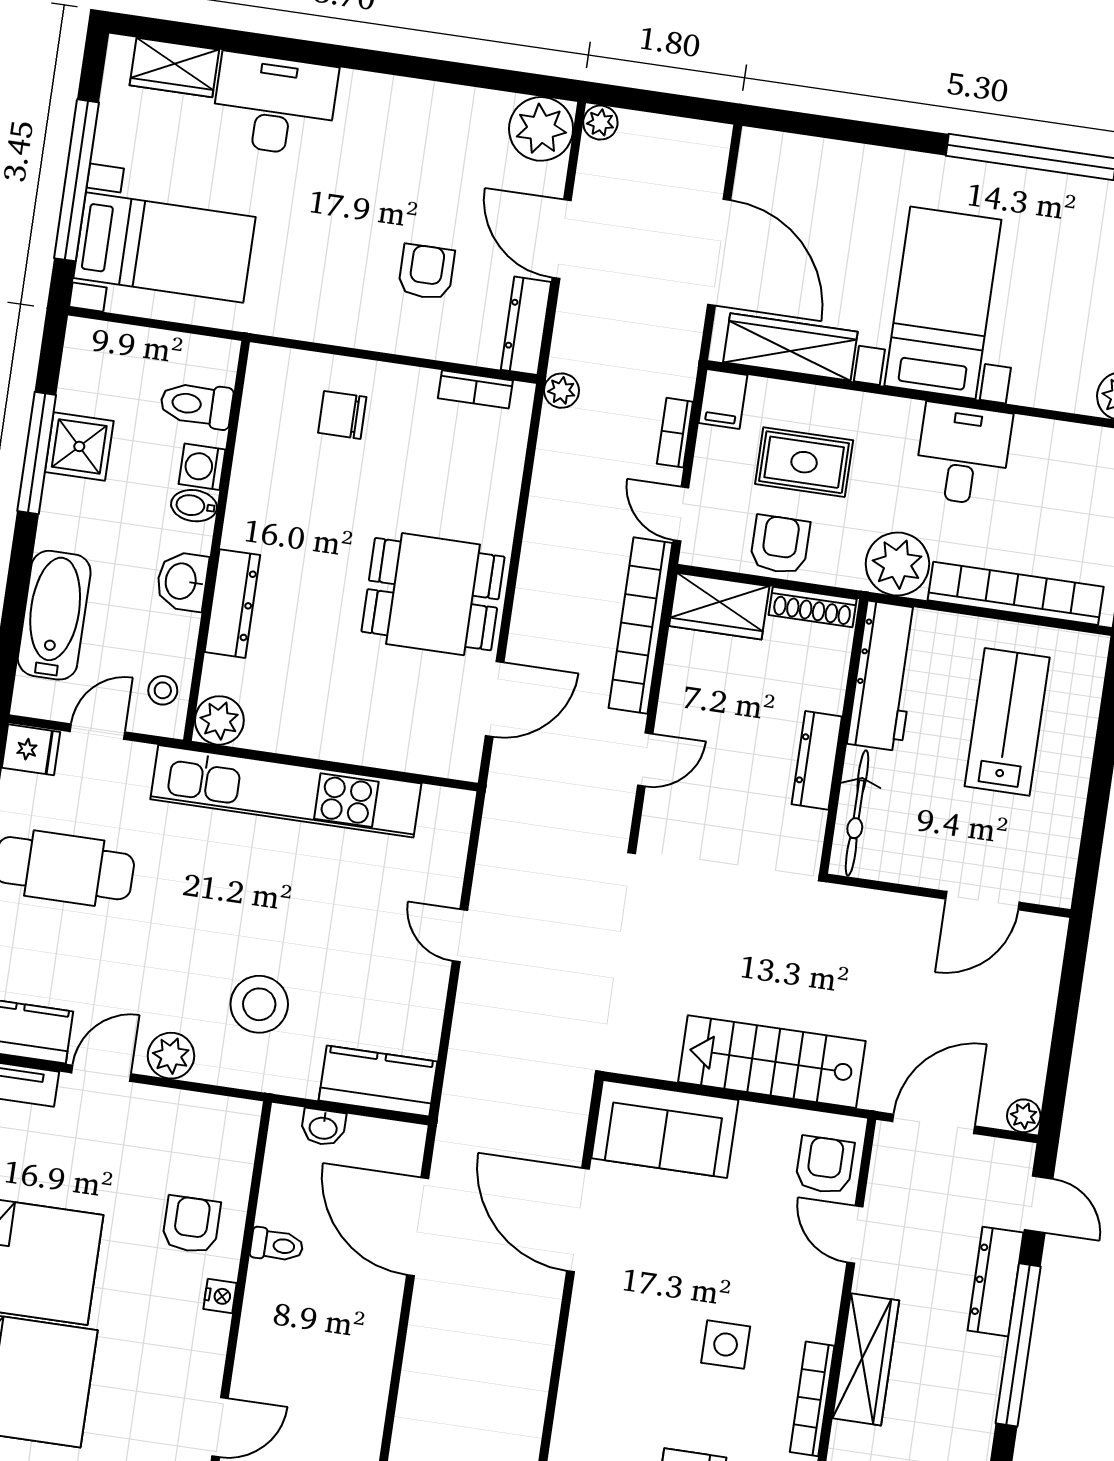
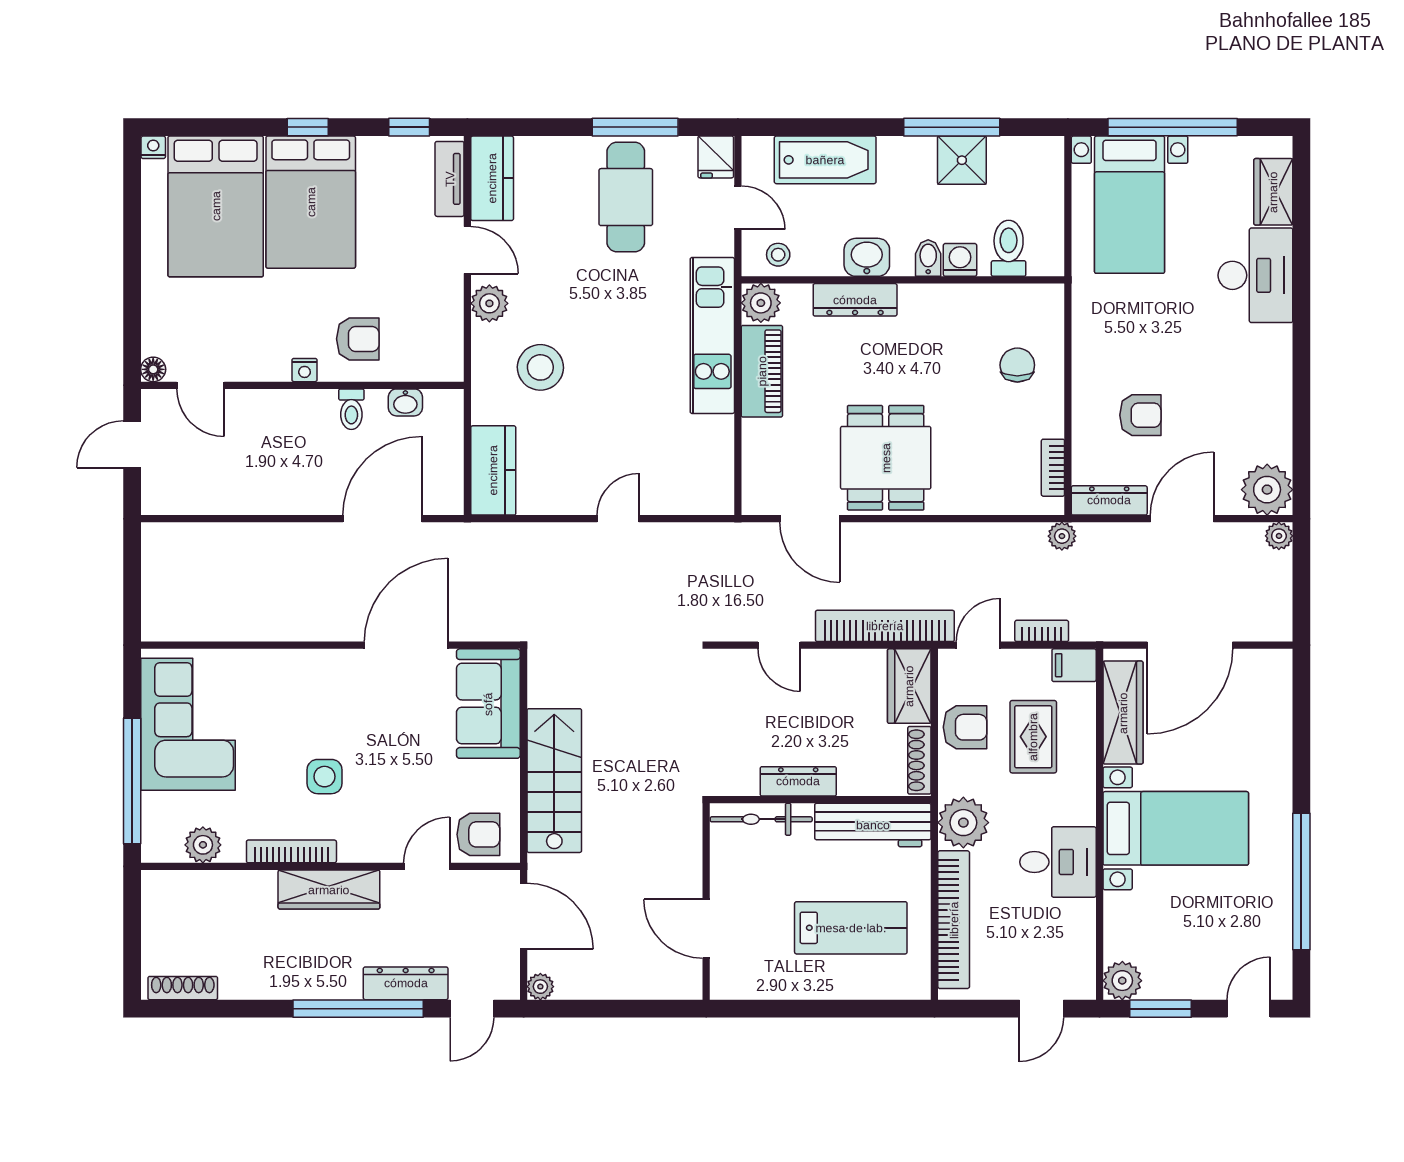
piano: (304, 731) -> (762, 371), added
kitchen unit: (286, 791) -> (712, 335), width x0.73
washbasin: (323, 1127) -> (405, 402), moved, turned -90

